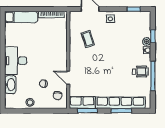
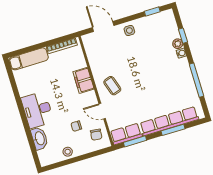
coffee table: (88, 39) -> (112, 86), moved
filing cabinet: (61, 48) -> (83, 80), added
wheelchair: (140, 71) -> (181, 79), removed

